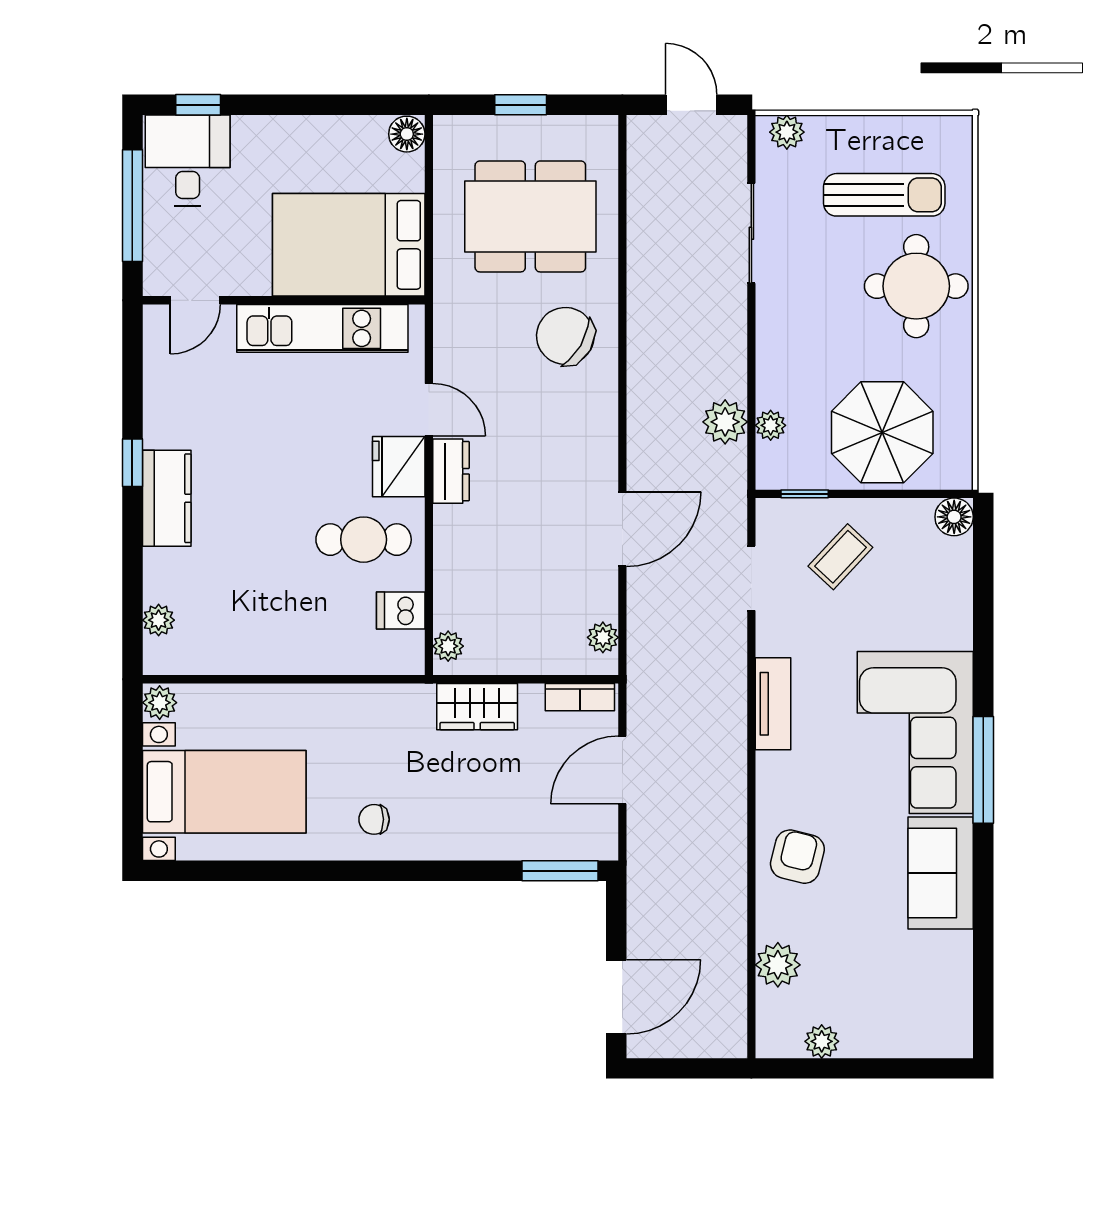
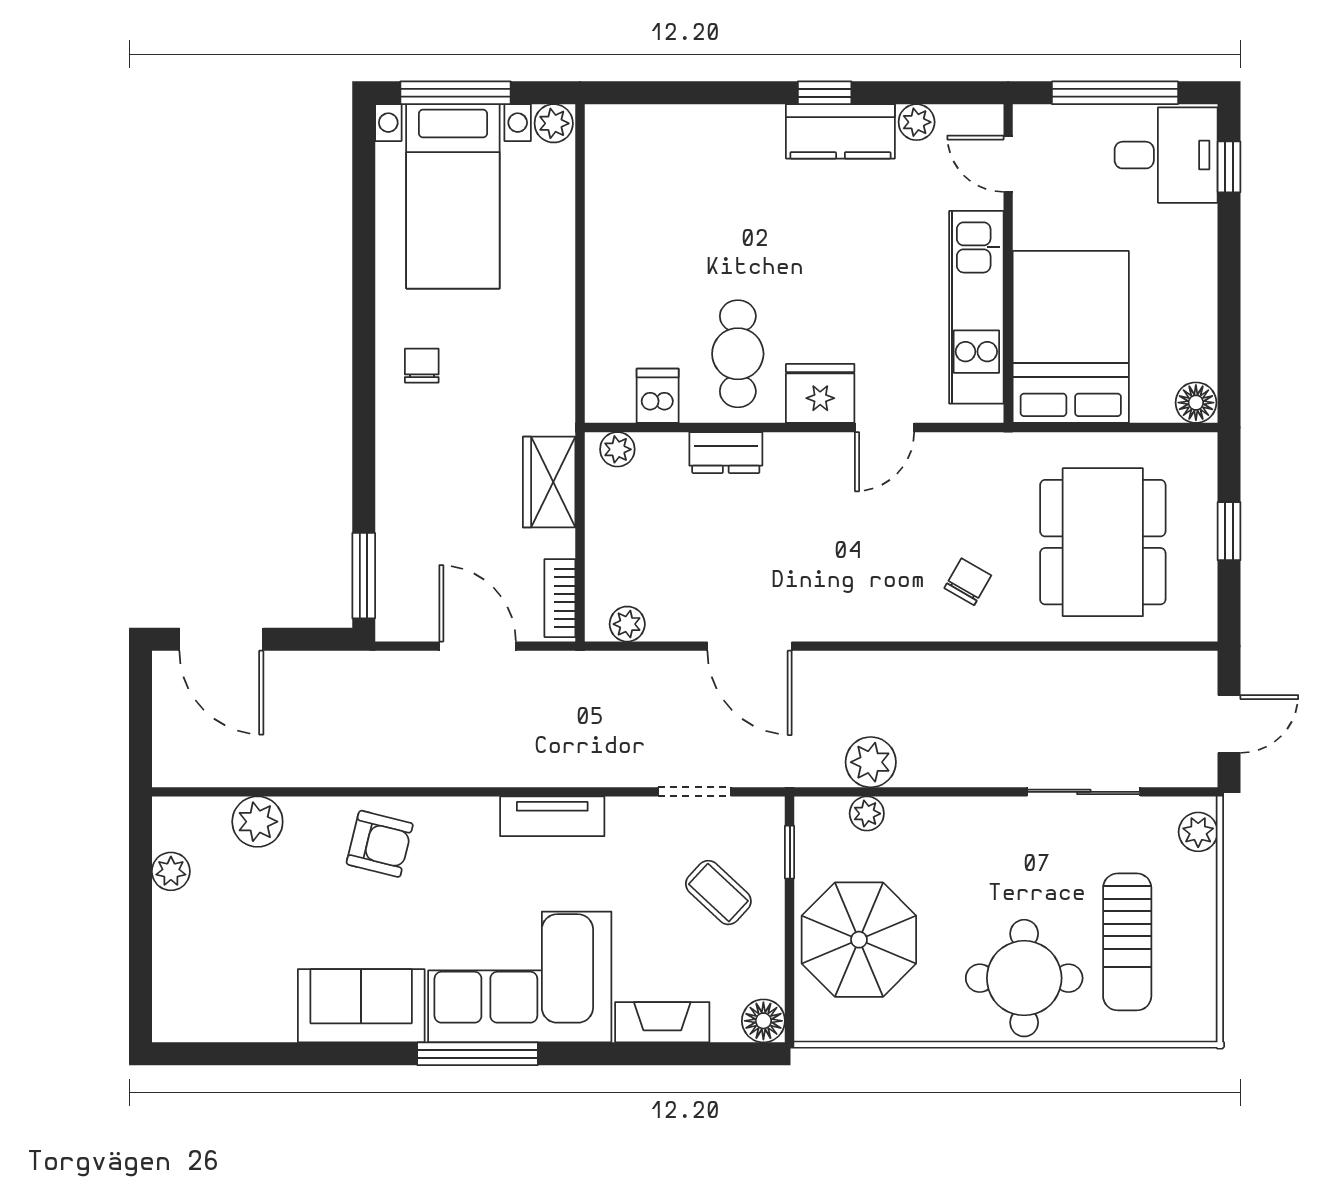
chair: (565, 336) -> (968, 582), width x0.54, depth x0.54
dresser: (451, 471) -> (726, 453), moved
kitchen counter: (167, 498) -> (840, 131), moved
fireplace: (955, 606) -> (662, 1022), added
plant: (159, 620) -> (917, 122), moved
window: (132, 789) -> (456, 93), added

